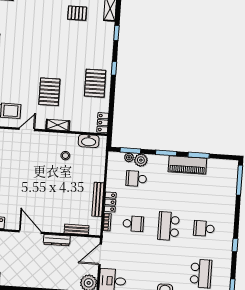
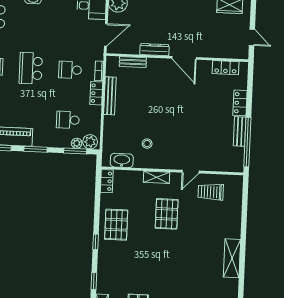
plant: (141, 160) -> (90, 142), moved
school desk: (136, 179) -> (68, 120), turned 180
school desk: (169, 226) -> (31, 68), turned 180

